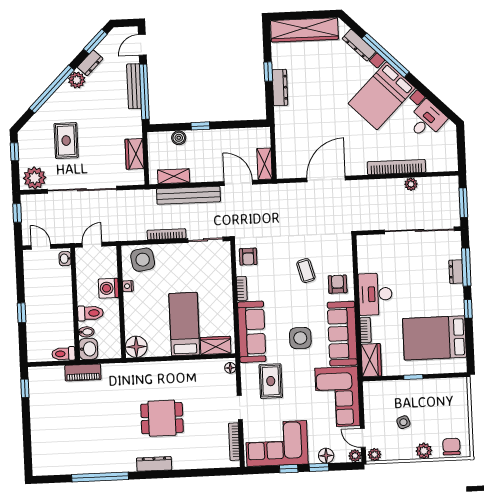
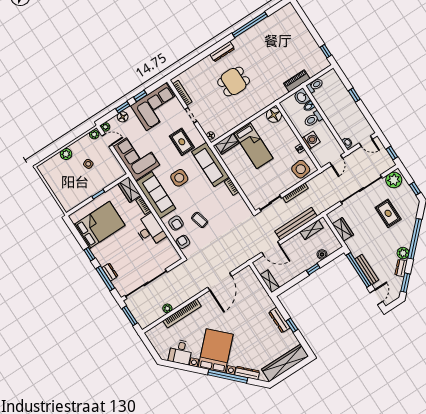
shelving: (264, 164) -> (270, 281), moved
armchair: (248, 257) -> (183, 242), moved
chair: (451, 447) -> (51, 166), removed

